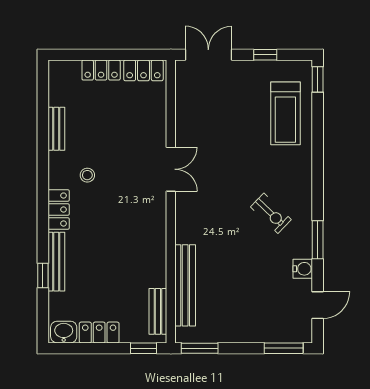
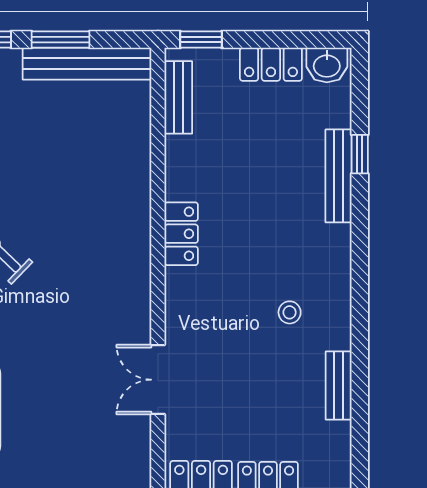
double door: (171, 169) -> (158, 380), moved
locker: (59, 210) -> (181, 234), moved, turned 180
bench: (185, 285) -> (87, 64), moved, turned 90
window: (200, 348) -> (61, 40), moved

